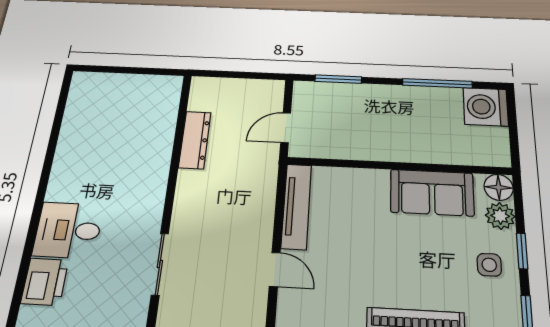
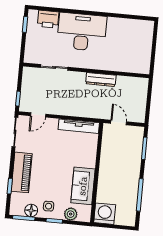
washing machine: (486, 107) -> (105, 214), moved
dresser: (195, 140) -> (101, 79), moved
floor lamp: (499, 187) -> (31, 210), moved
desk: (68, 230) -> (82, 32), width x1.87, depth x1.30
door: (275, 269) -> (38, 115), moved

